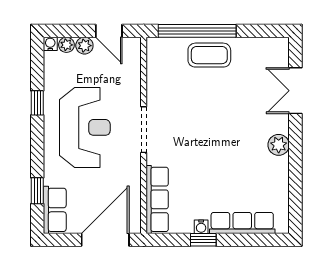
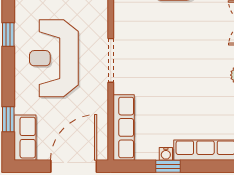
reception desk: (85, 127) -> (54, 58), turned 180

